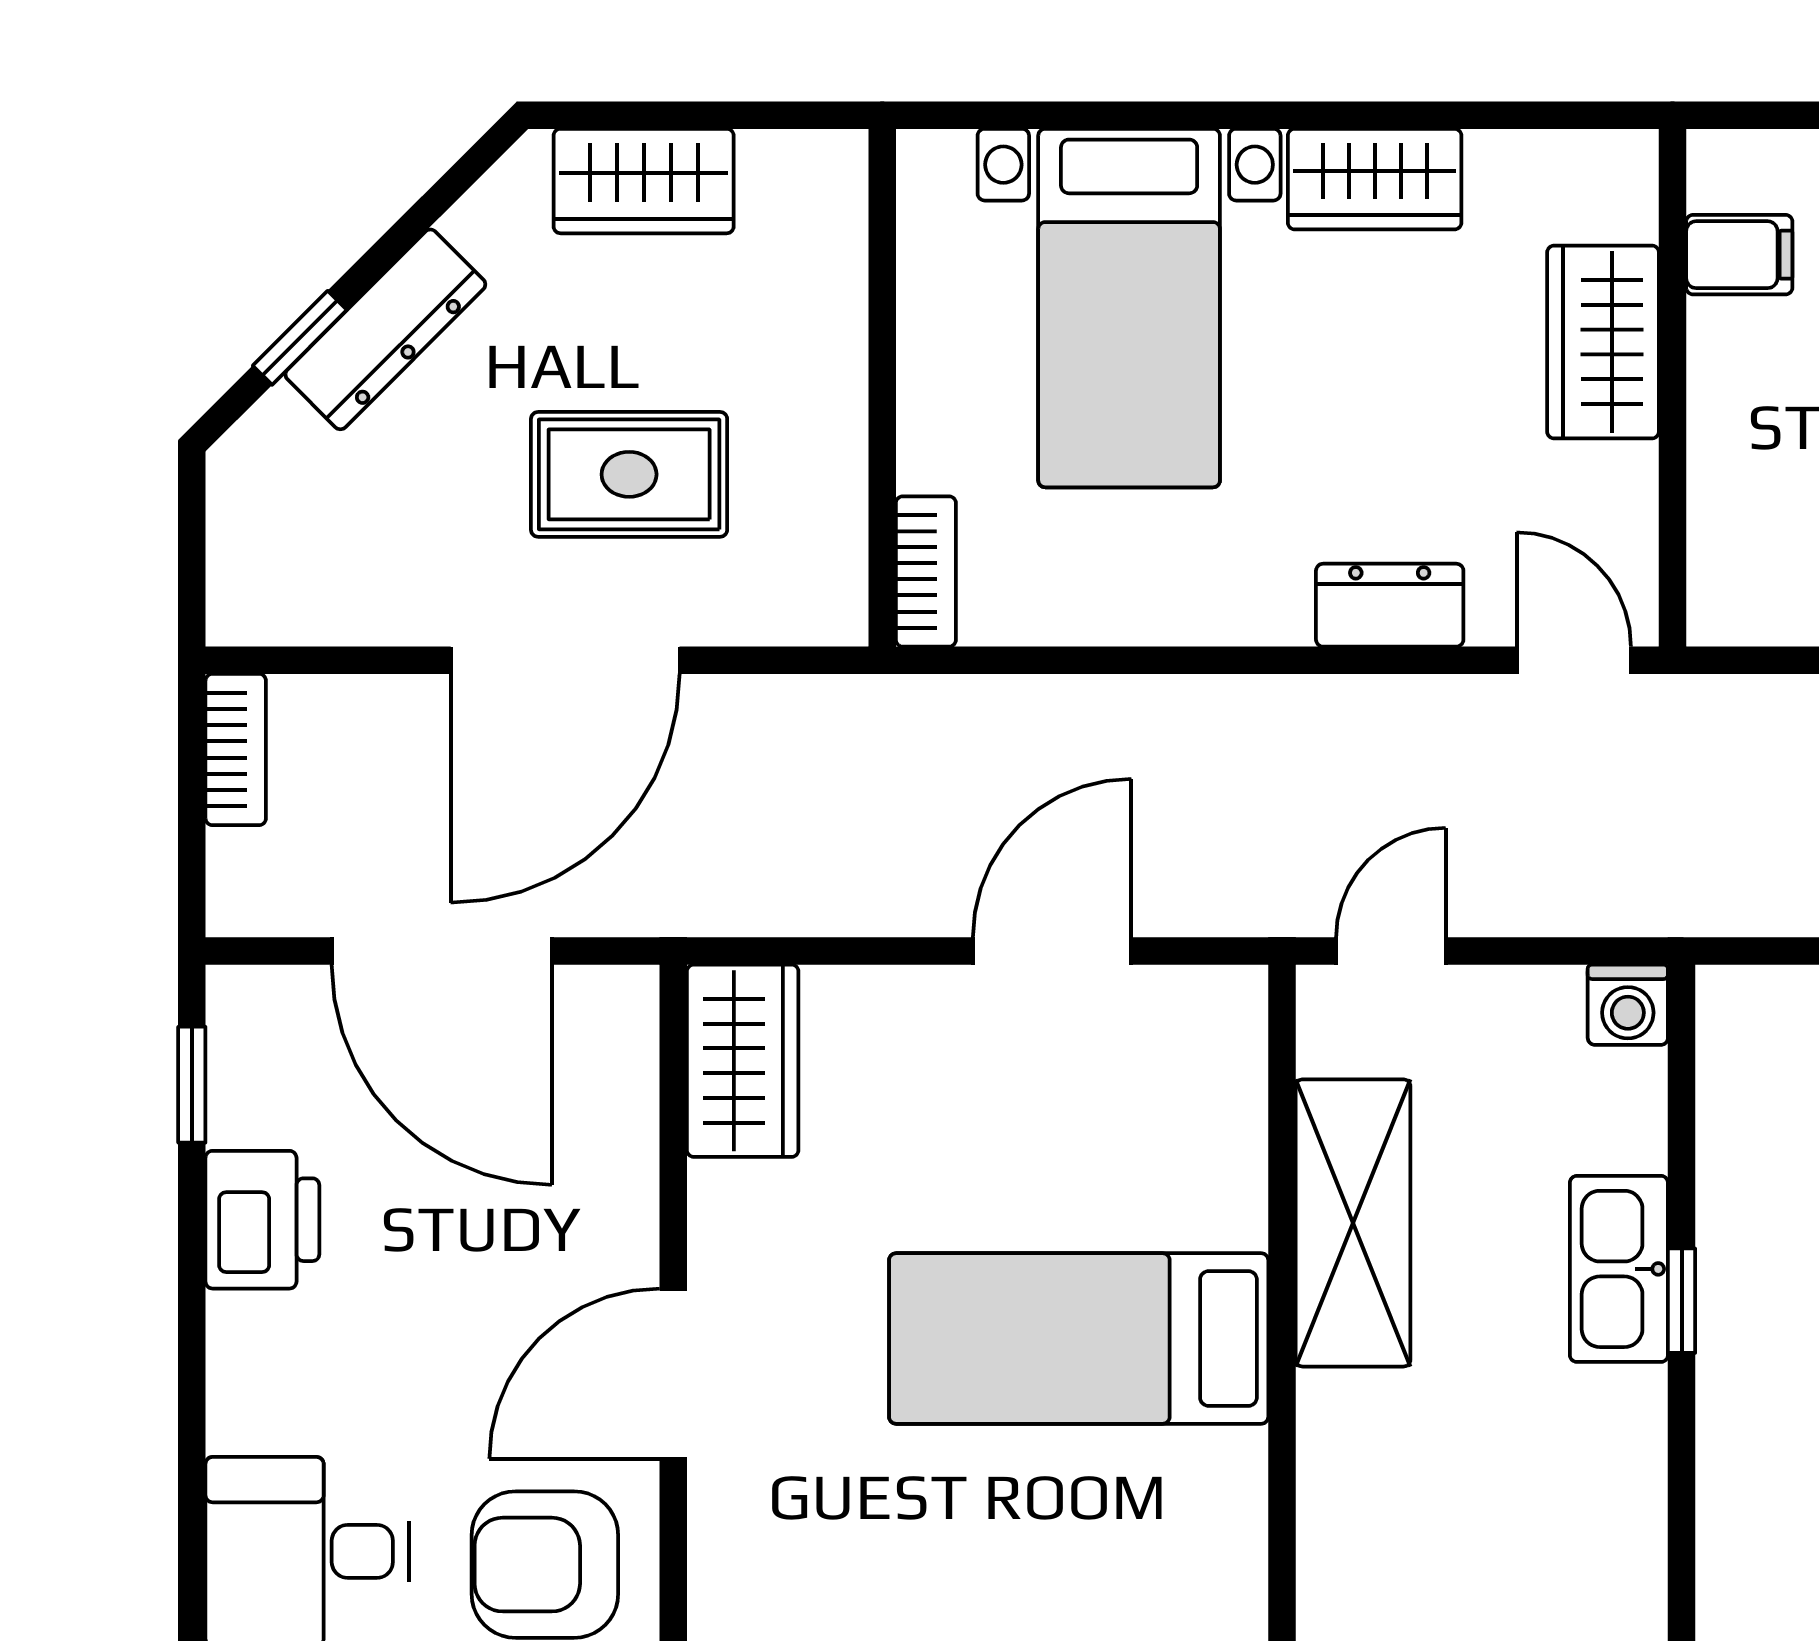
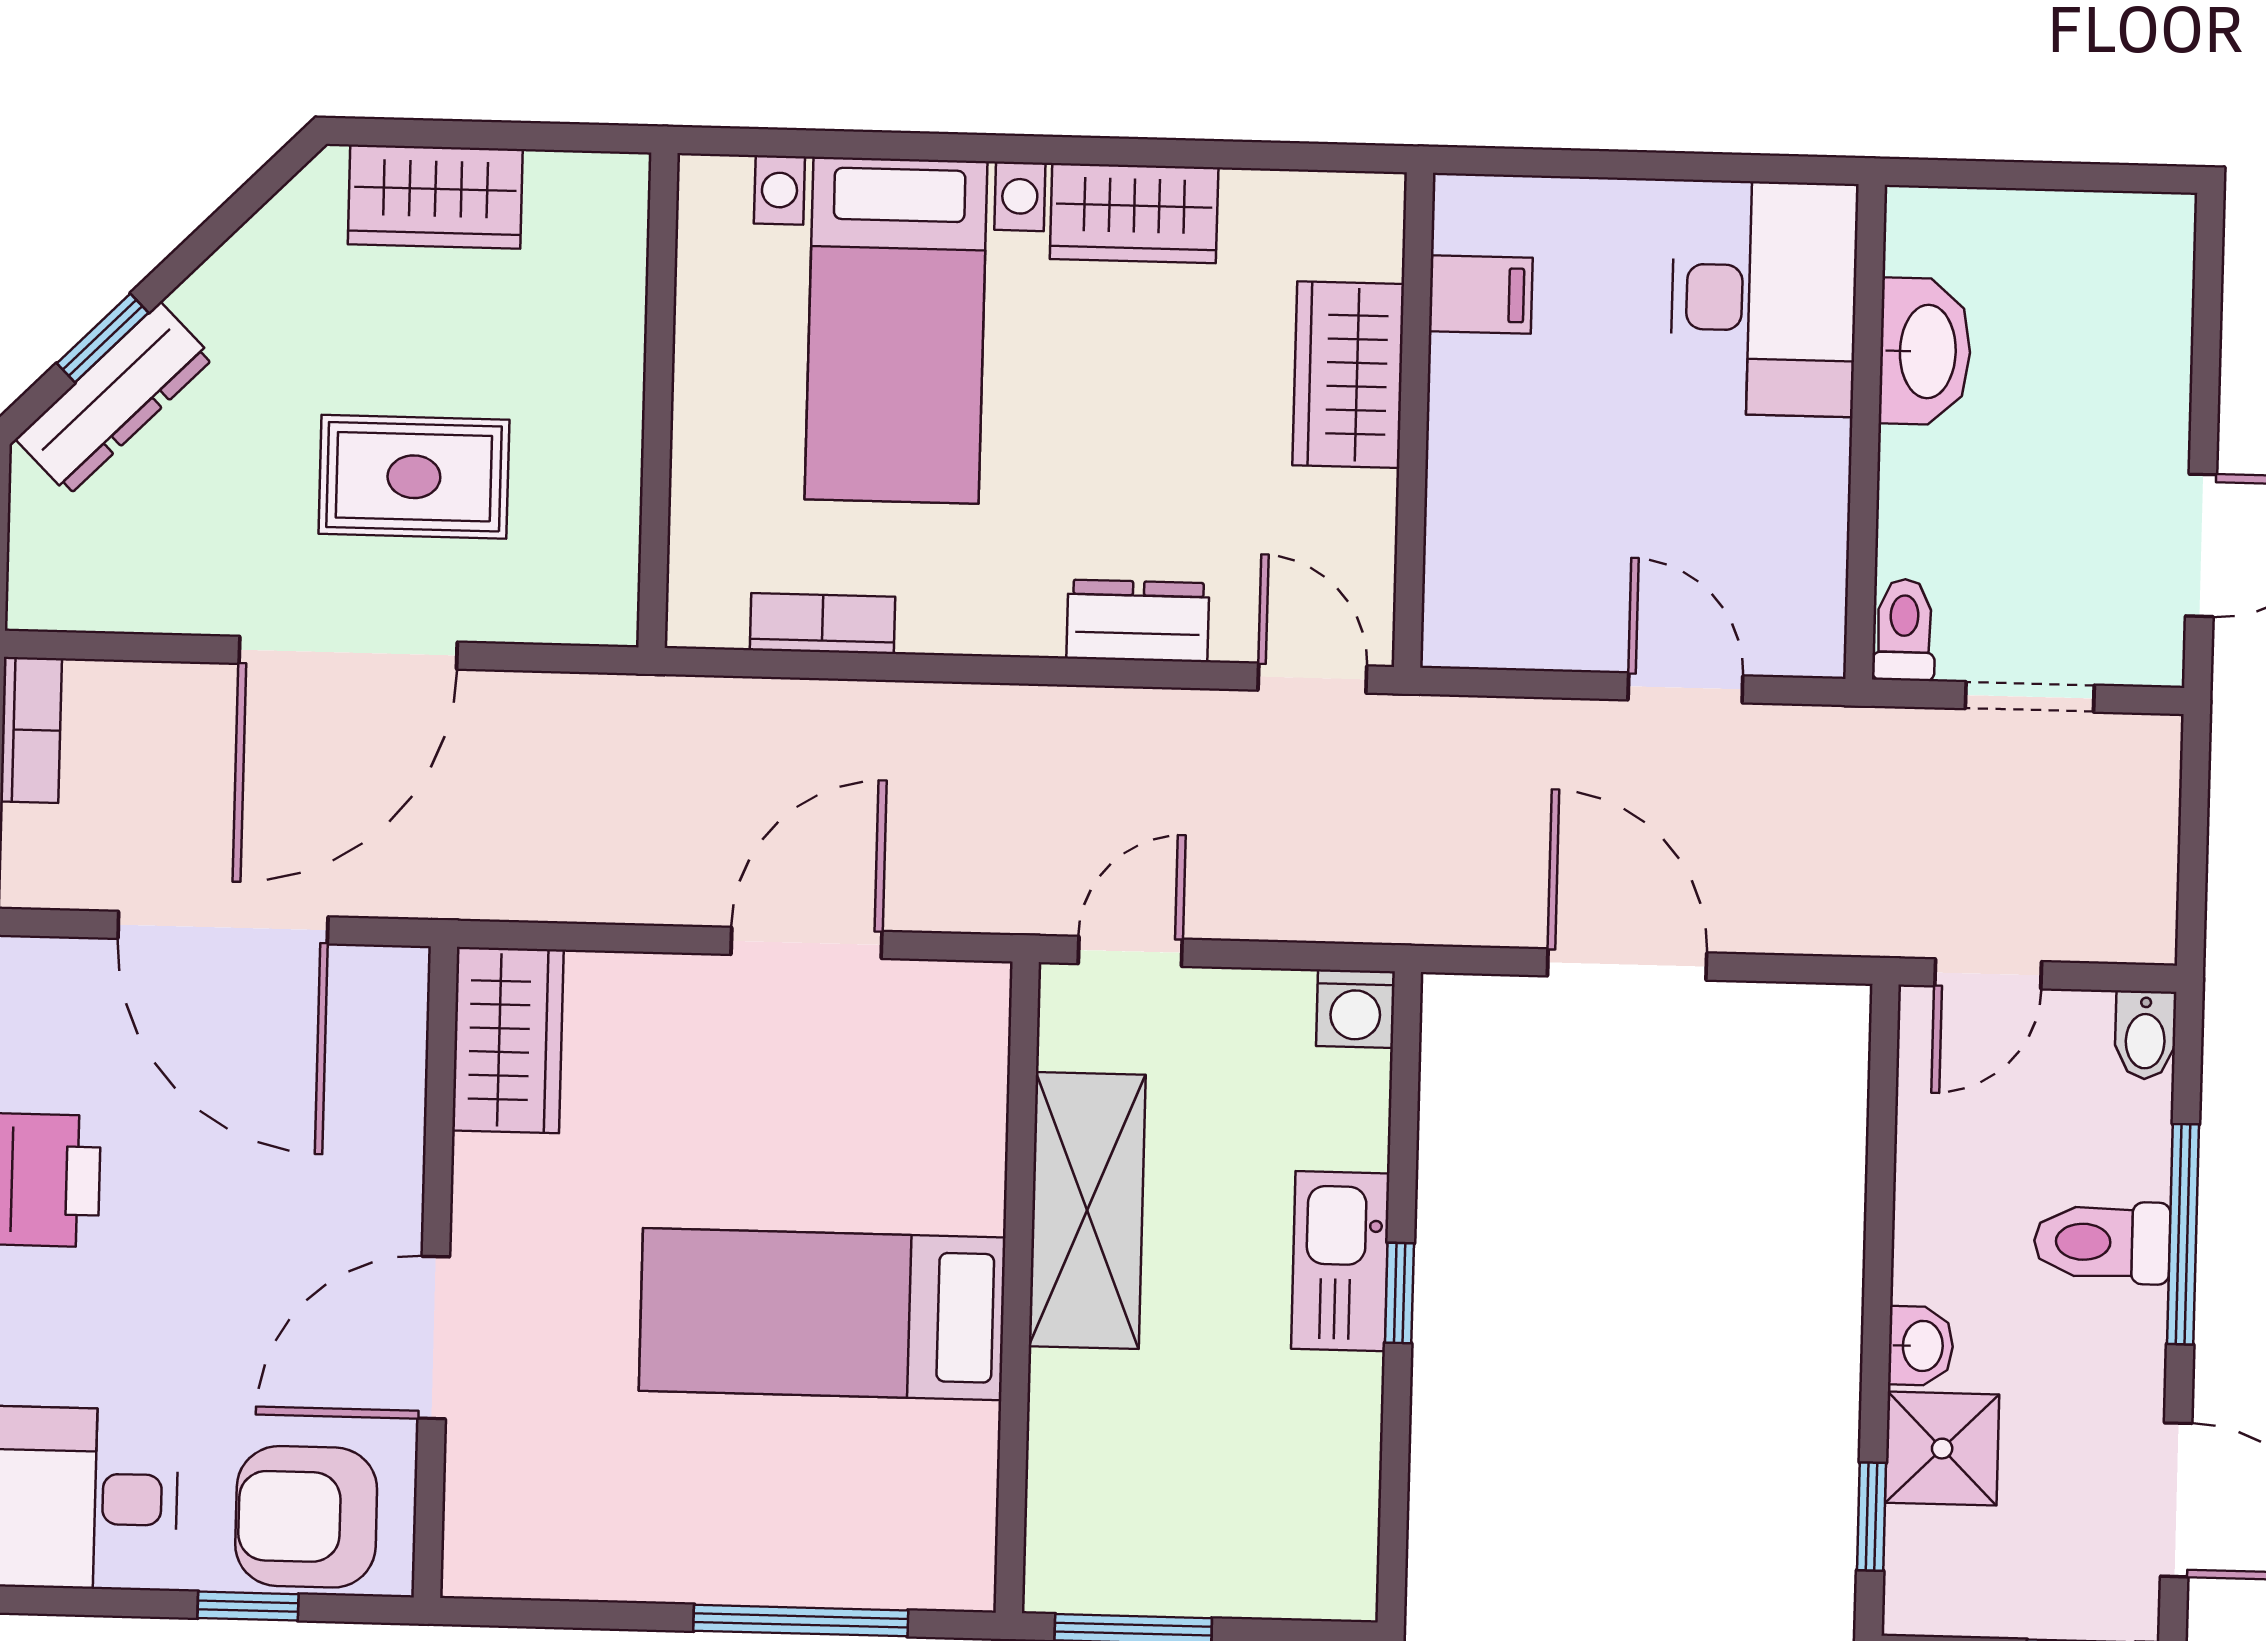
dresser: (385, 329) -> (115, 399), moved
bookcase: (926, 571) -> (823, 623), moved, turned -90

